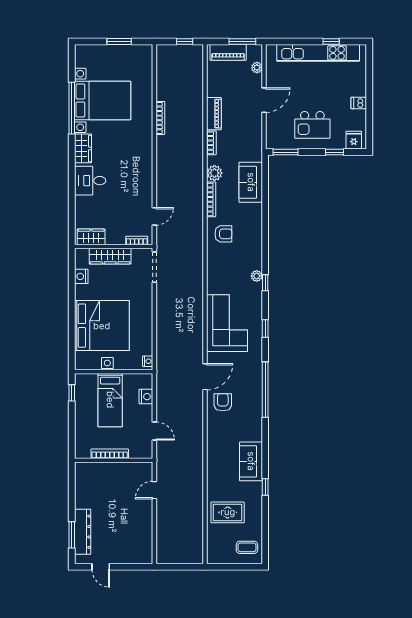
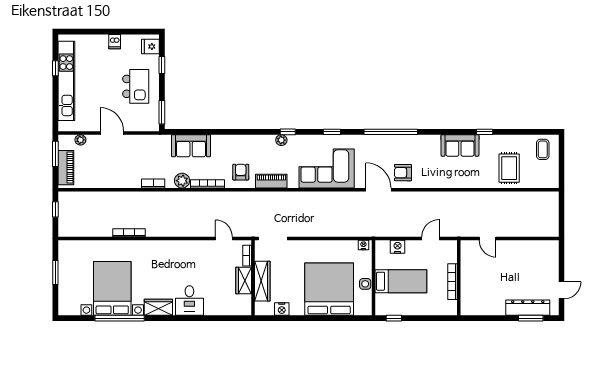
piano: (214, 114) -> (271, 181), moved
wardrobe: (91, 237) -> (244, 280), moved

